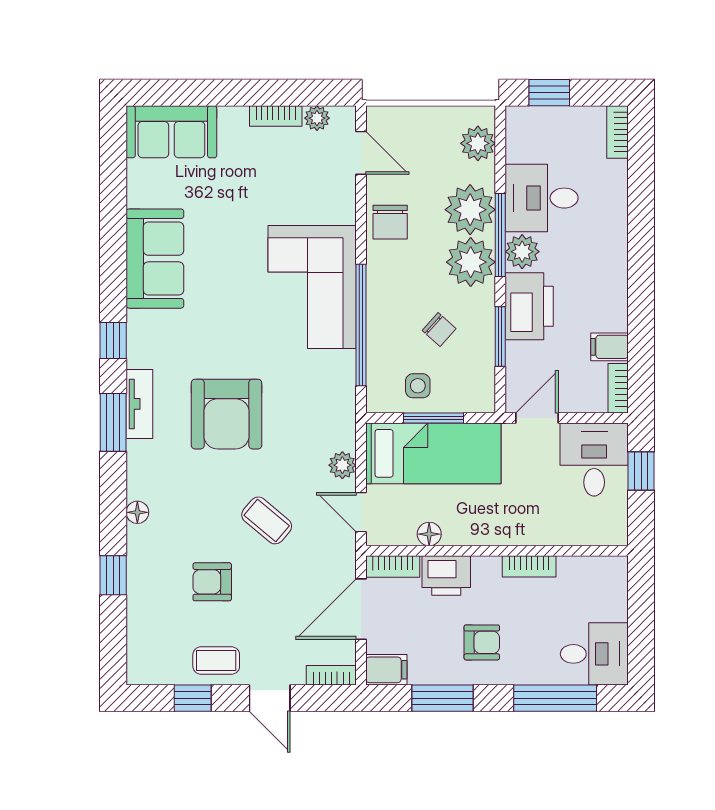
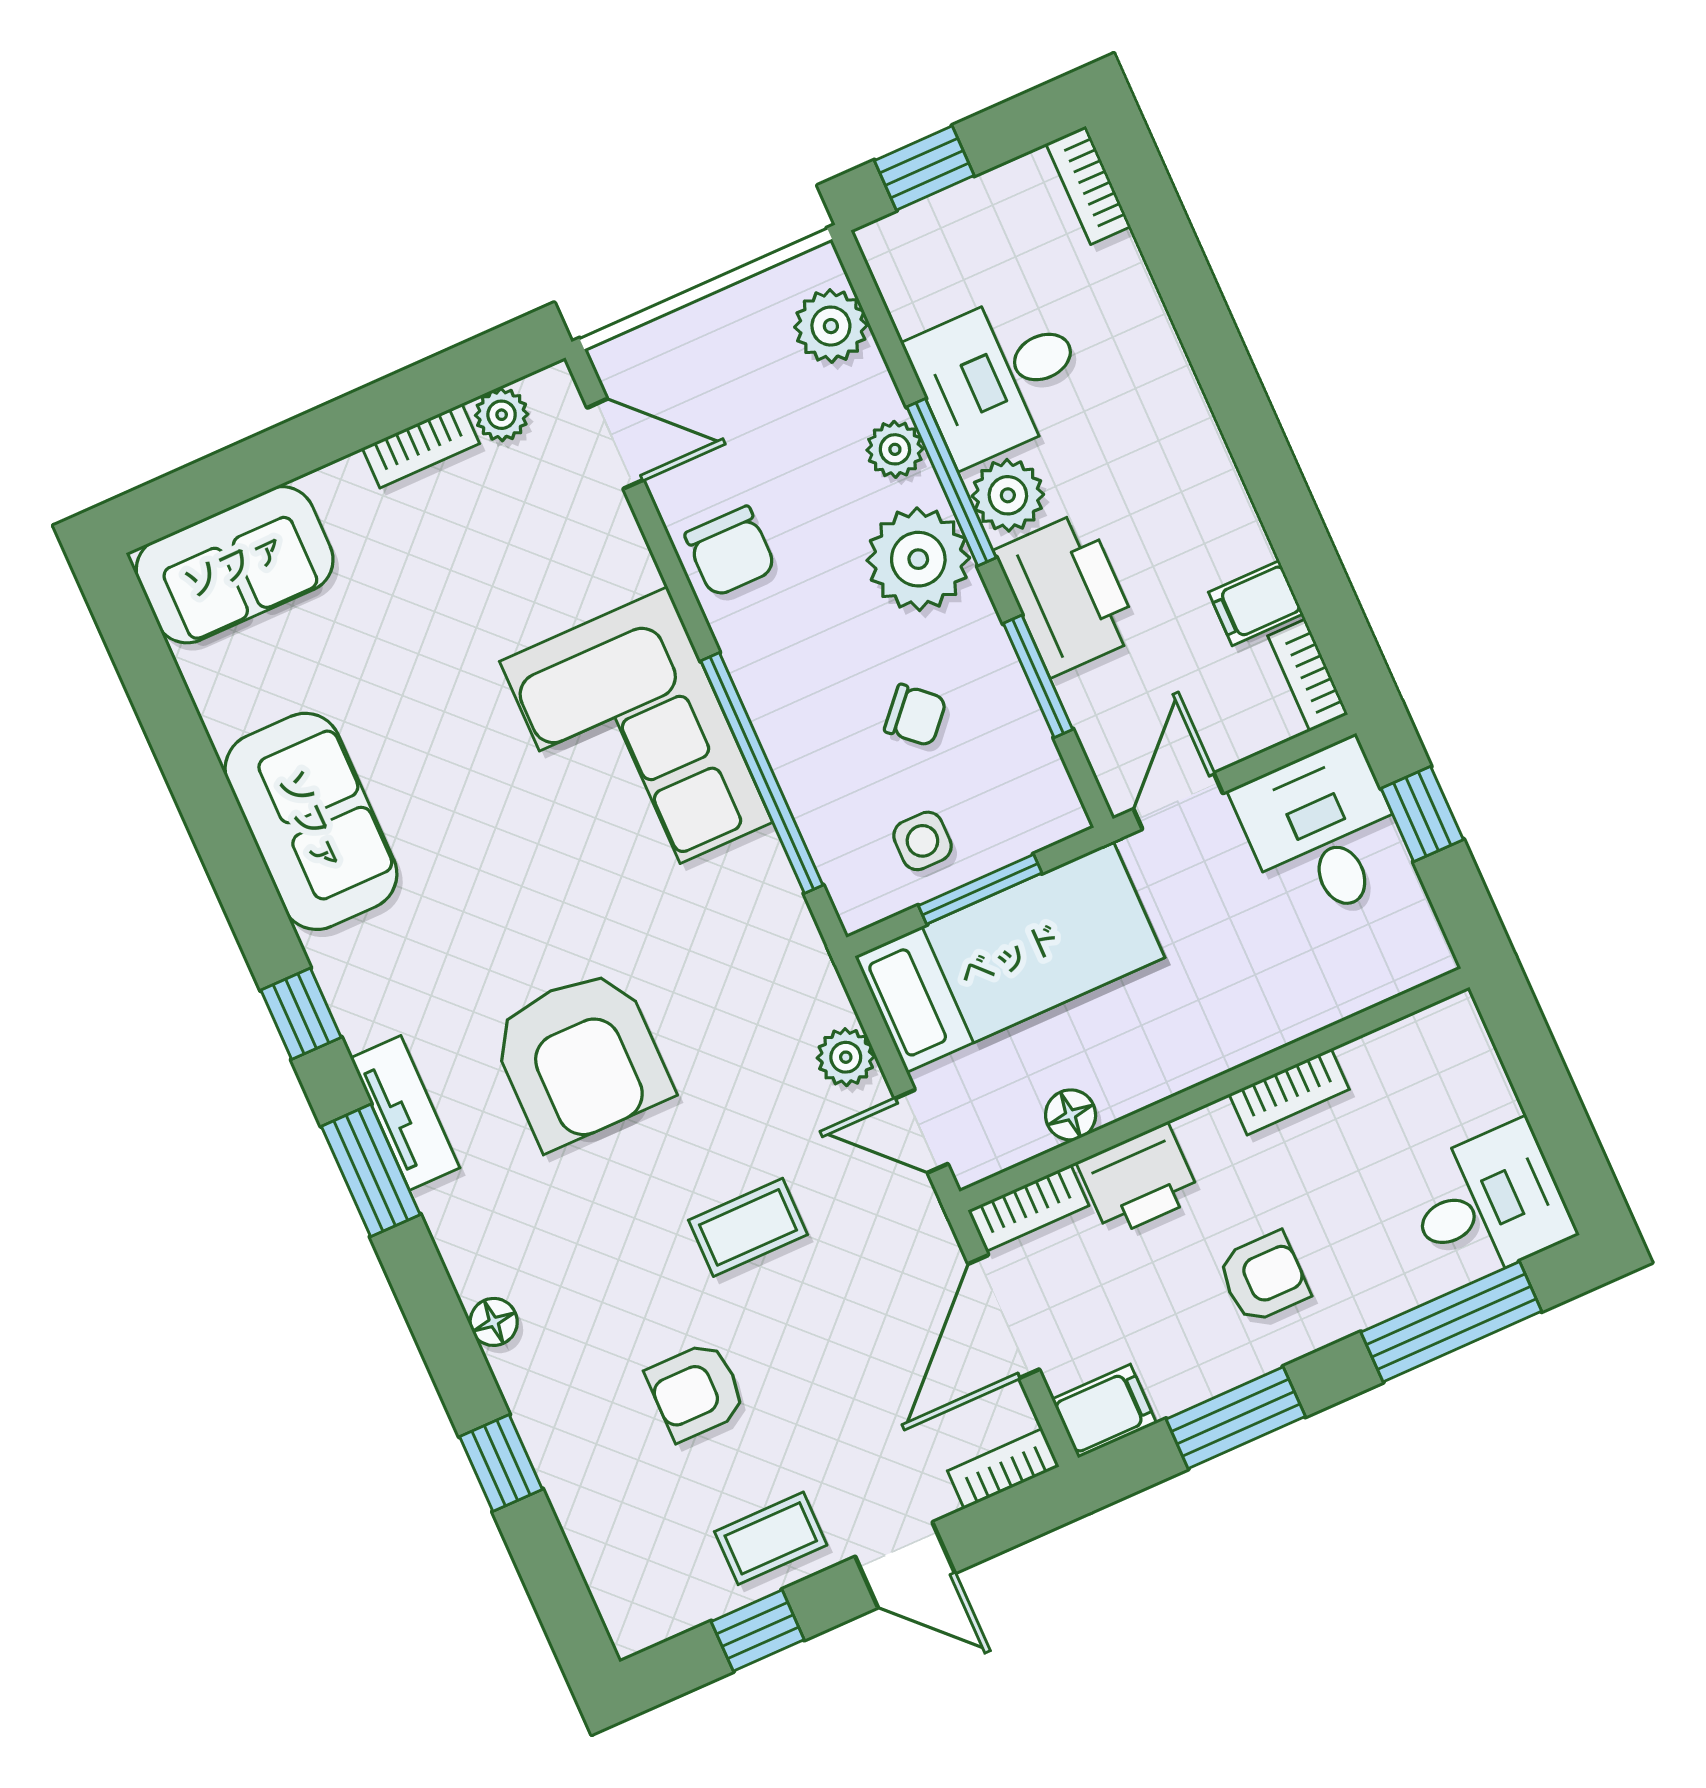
plant: (470, 210) -> (895, 449), width x0.53, depth x0.53
coffee table: (267, 520) -> (748, 1227), turned -40

